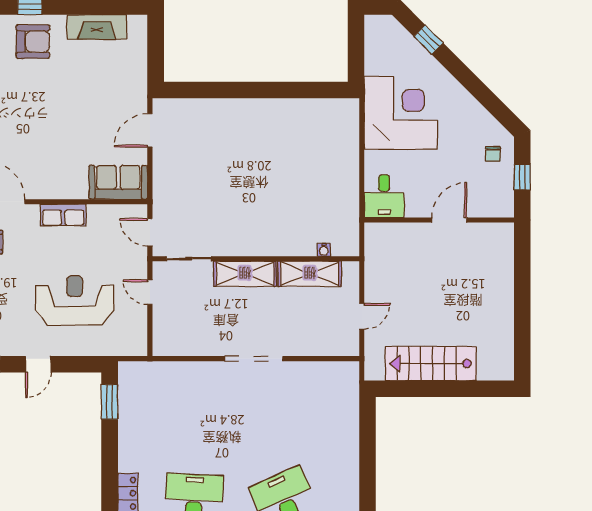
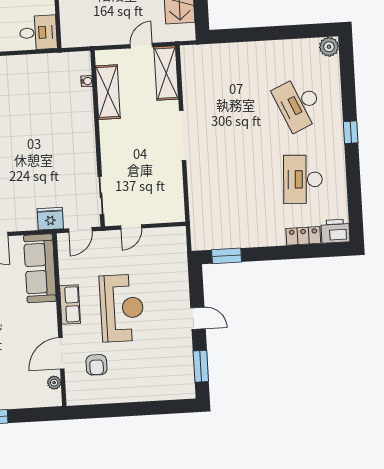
sofa: (118, 182) -> (40, 268), width x1.36
fridge: (165, 198) -> (50, 219), added
shelving: (245, 274) -> (166, 73), moved
reception desk: (75, 300) -> (122, 308), moved, turned 180
door: (362, 316) -> (141, 46), hinge flipped

